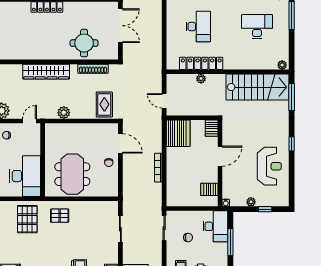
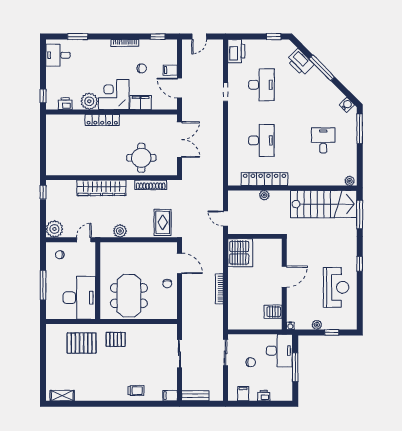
desk: (257, 27) -> (323, 140), width x0.73
server rack: (212, 128) -> (275, 247), removed
pallet: (27, 219) -> (82, 343), turned 90

